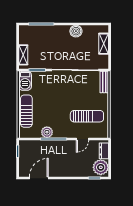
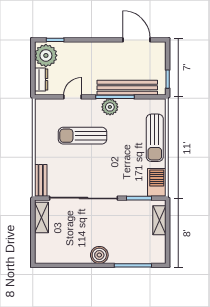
boiler: (76, 31) -> (99, 255), moved
shelving: (104, 44) -> (42, 218), moved
sun lounger: (87, 116) -> (83, 136), moved
plant: (47, 132) -> (110, 107), moved
bench: (45, 145) -> (127, 88), added
door: (39, 178) -> (137, 40), swing flipped

